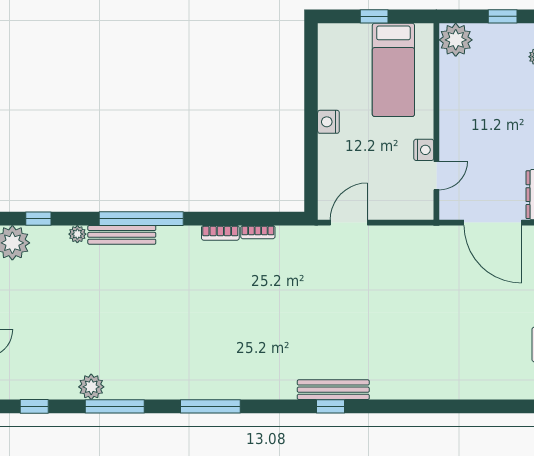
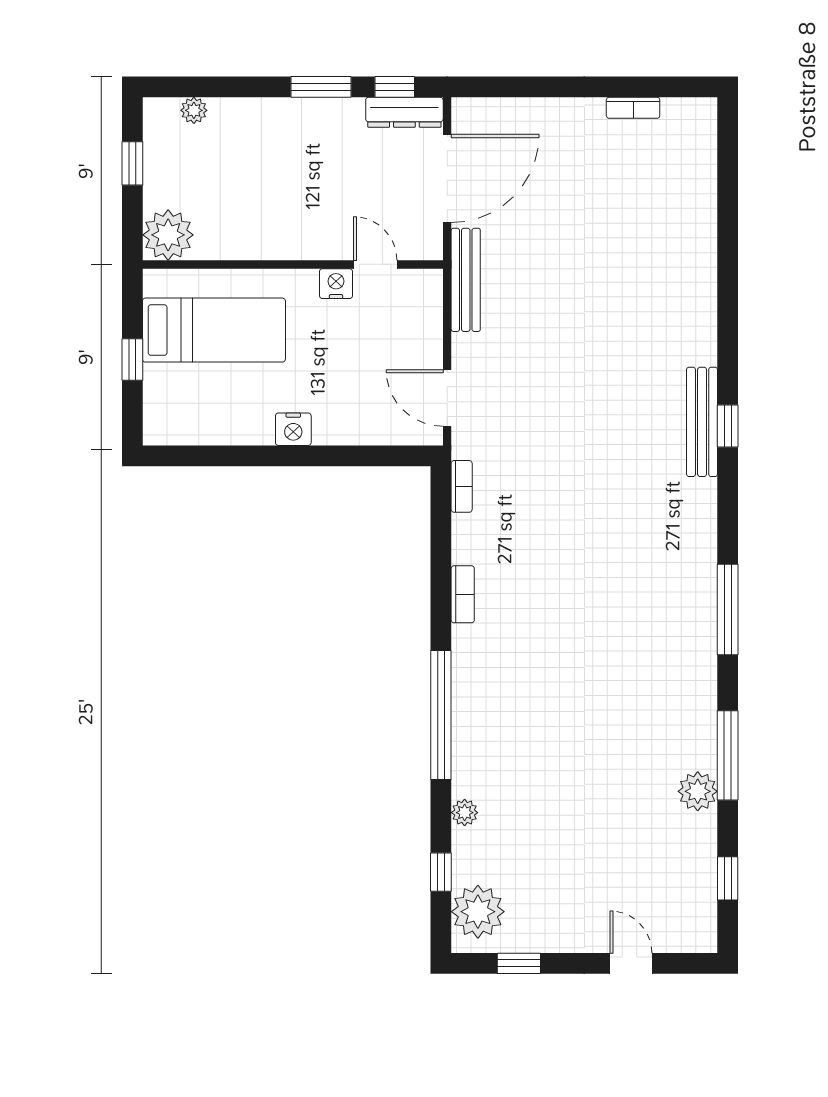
bookcase: (258, 232) -> (462, 486), moved
bench: (122, 235) -> (466, 280), moved

